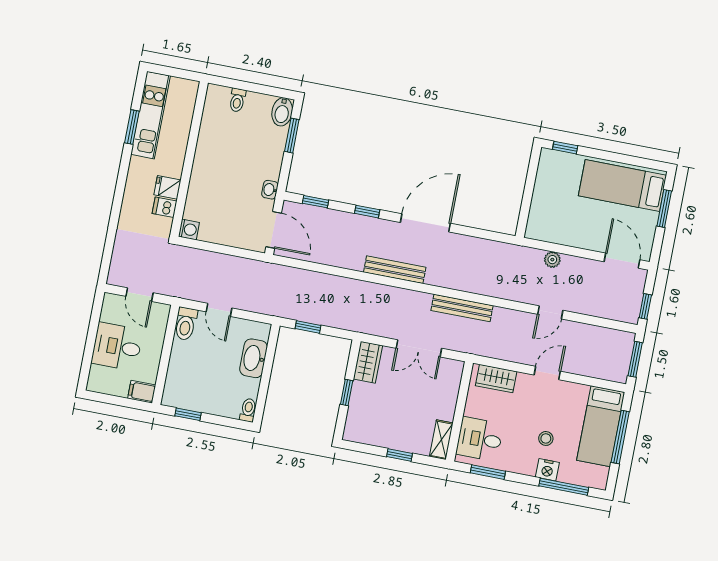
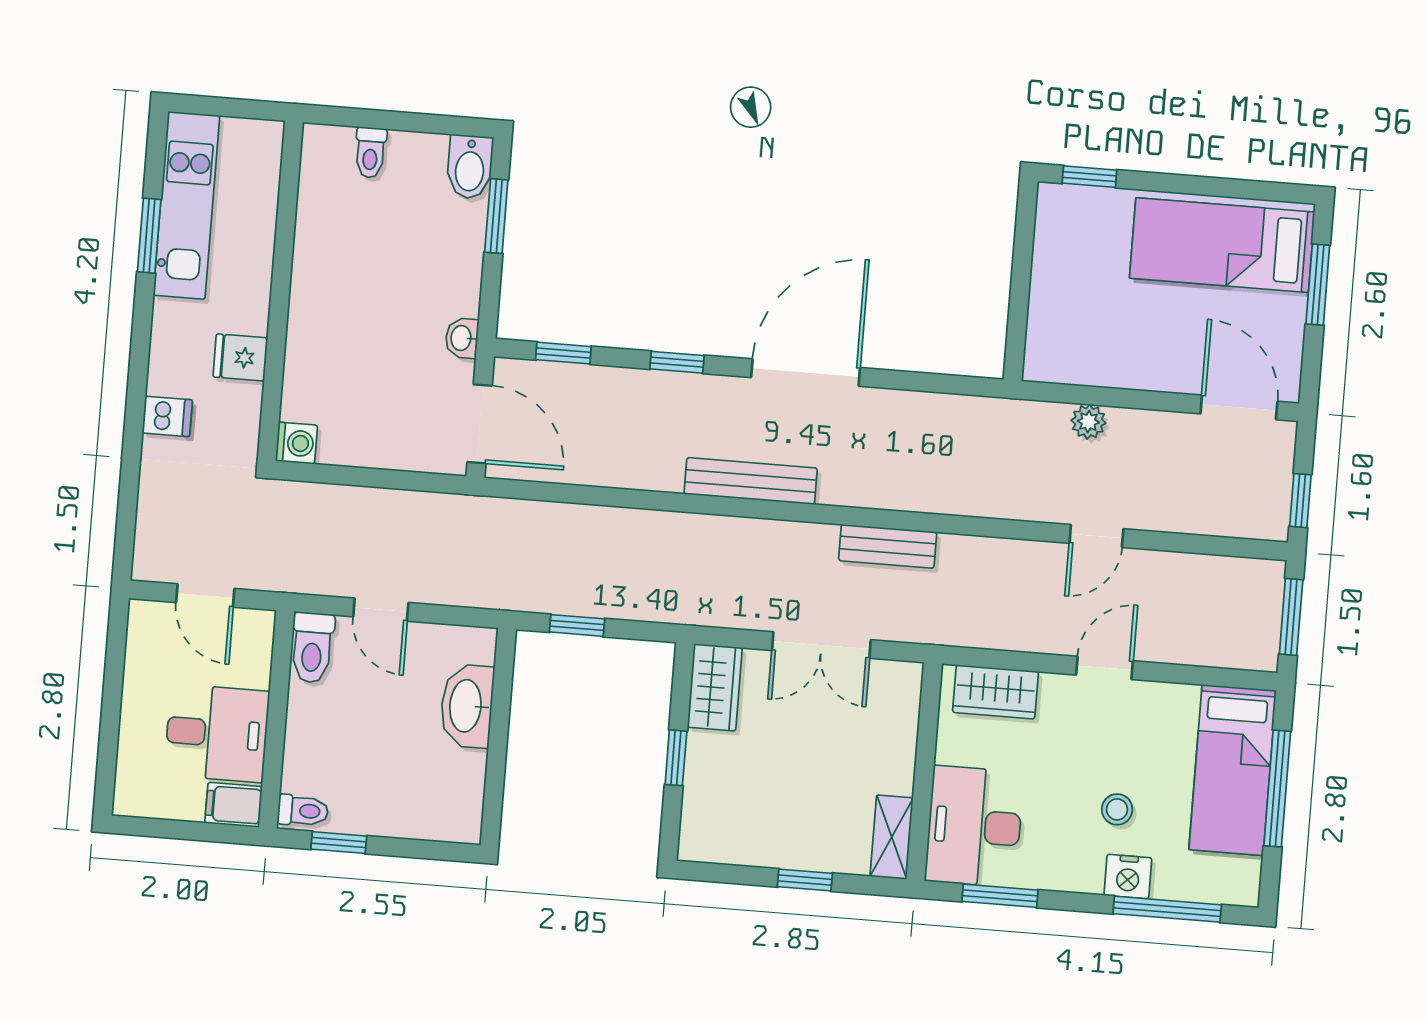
dishwasher: (165, 207) -> (167, 416), moved, turned 180
bench: (462, 308) -> (888, 546), width x0.73
desk: (117, 347) -> (217, 733), moved, turned 180
toilet: (248, 410) -> (303, 811), moved, turned 90
desk: (480, 439) -> (974, 826), width x1.37

